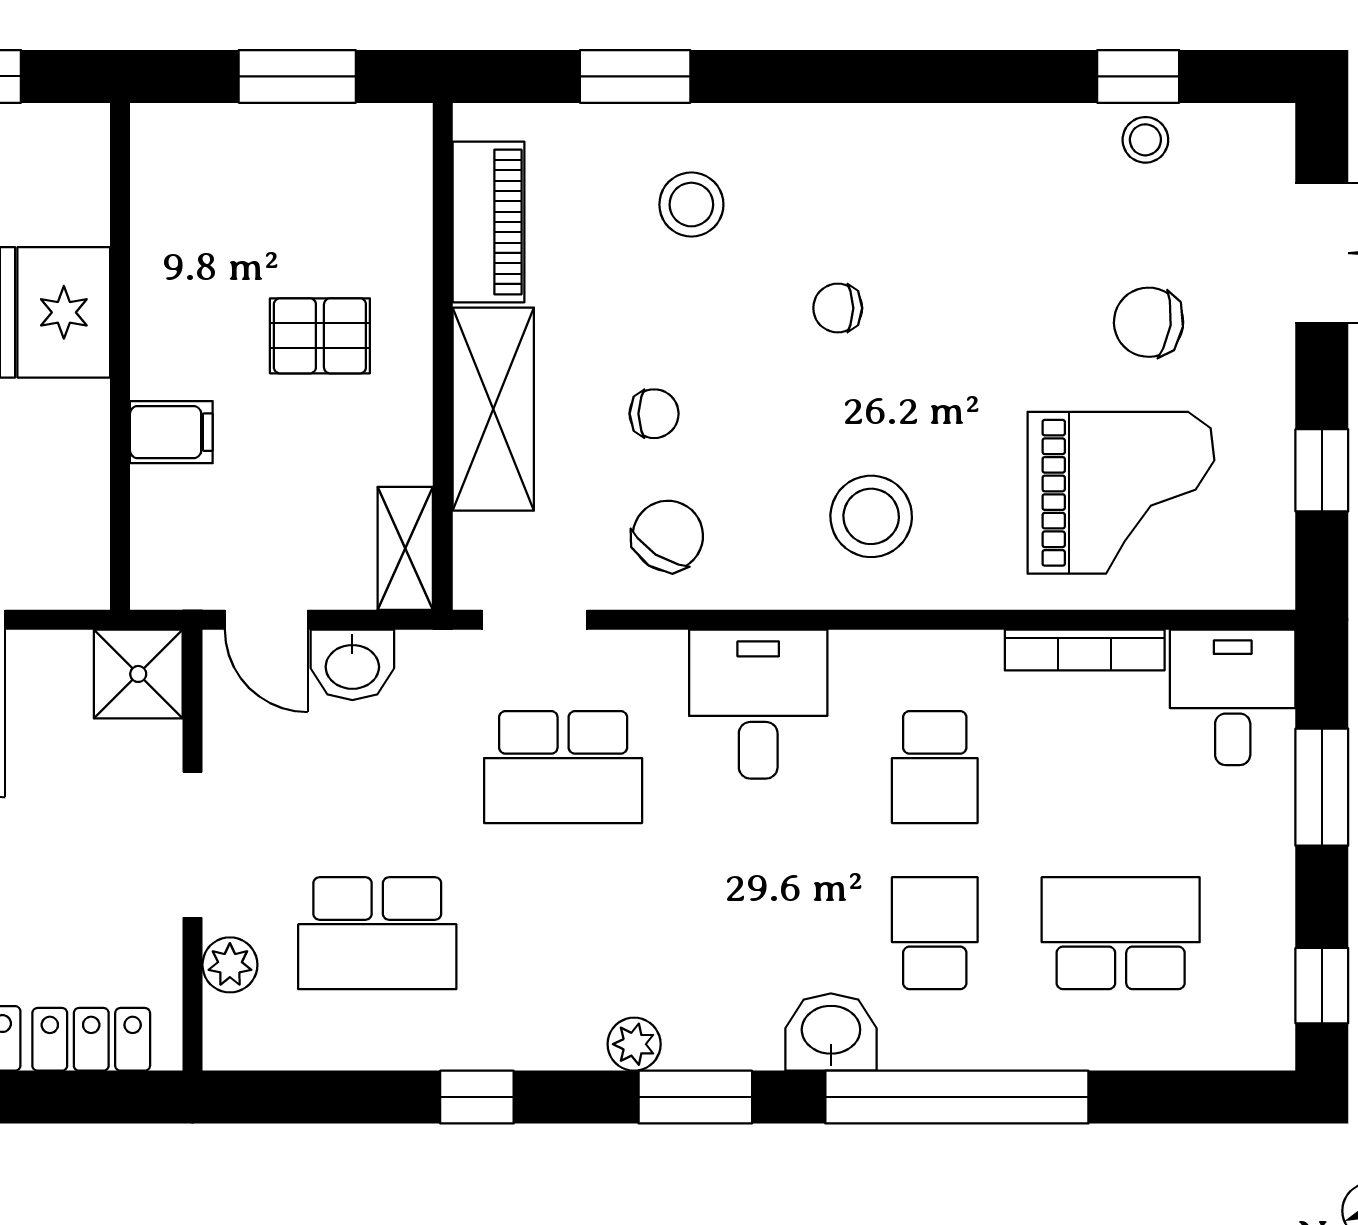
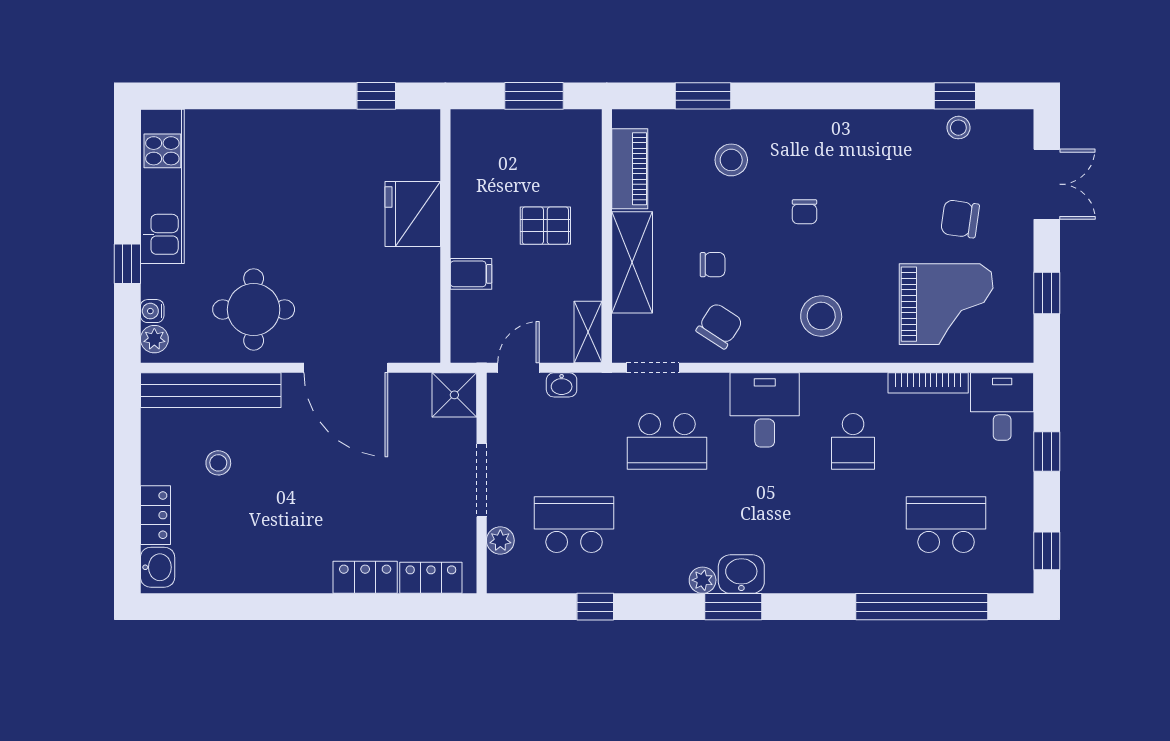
chair: (838, 308) -> (804, 212), turned -90
door: (266, 620) -> (518, 368), swing flipped
washbasin: (352, 665) -> (562, 385), width x0.72, depth x0.69
window: (1322, 787) -> (1047, 451), width x0.67
school desk: (377, 933) -> (574, 525), turned 180
school desk: (935, 933) -> (853, 525), removed
washbasin: (831, 1032) -> (741, 574), moved
window: (477, 1097) -> (595, 607), moved
window: (957, 1097) -> (922, 607), moved

